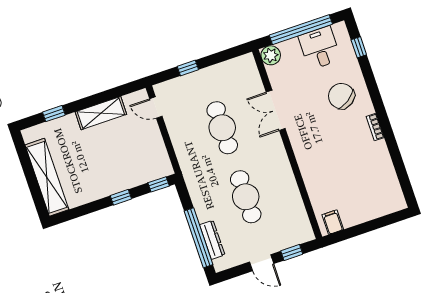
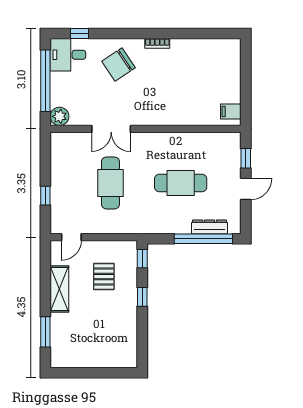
desk: (320, 48) -> (68, 55), moved
window: (54, 114) -> (45, 332), width x1.50
cafe table: (222, 128) -> (110, 183), turned 90
pallet: (128, 153) -> (104, 277), added
shelving: (47, 177) -> (101, 358), removed

